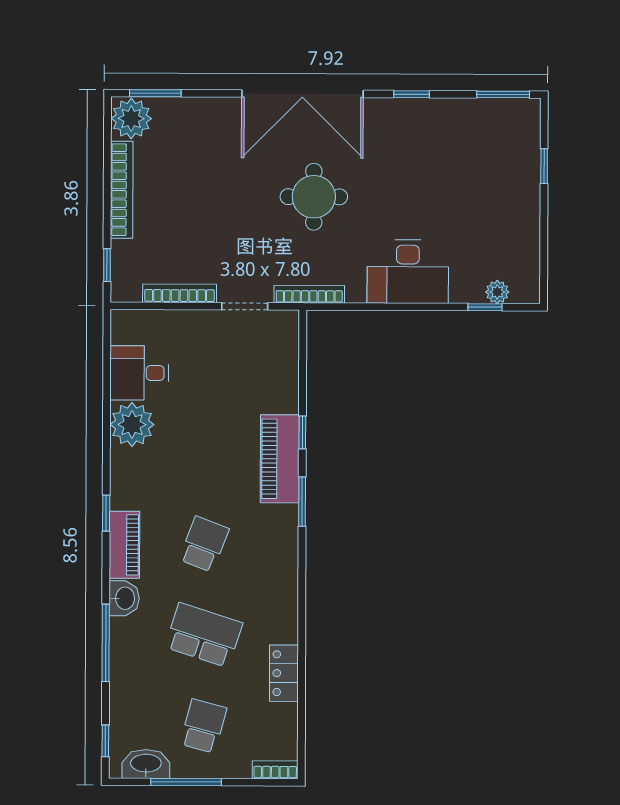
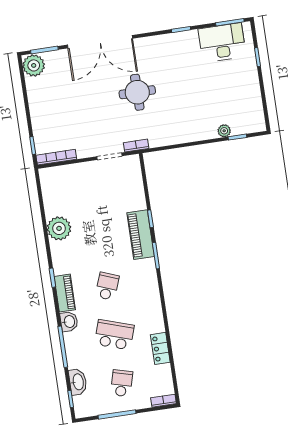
double door: (302, 94) -> (100, 42), moved
bookcase: (122, 190) -> (34, 104), removed
desk: (408, 272) -> (222, 43), moved, turned 180
plant: (497, 292) -> (224, 131), moved
bookcase: (180, 293) -> (56, 157), moved
bookcase: (309, 294) -> (136, 146), width x0.64
desk: (139, 373) -> (59, 200), removed
washbasin: (146, 764) -> (78, 382), moved, turned 90

